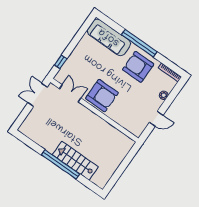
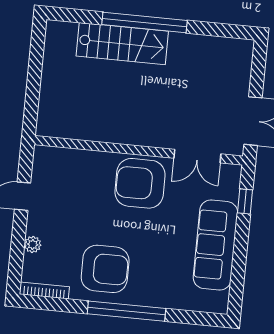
sofa: (109, 37) -> (215, 245), moved, turned -90

